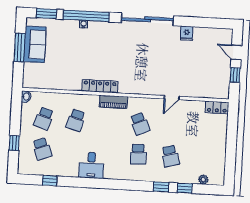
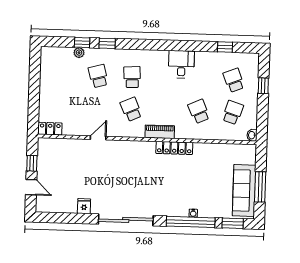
sofa: (35, 44) -> (244, 190), width x1.36
school desk: (76, 120) -> (199, 111), turned -39
plant: (203, 180) -> (79, 53), moved

